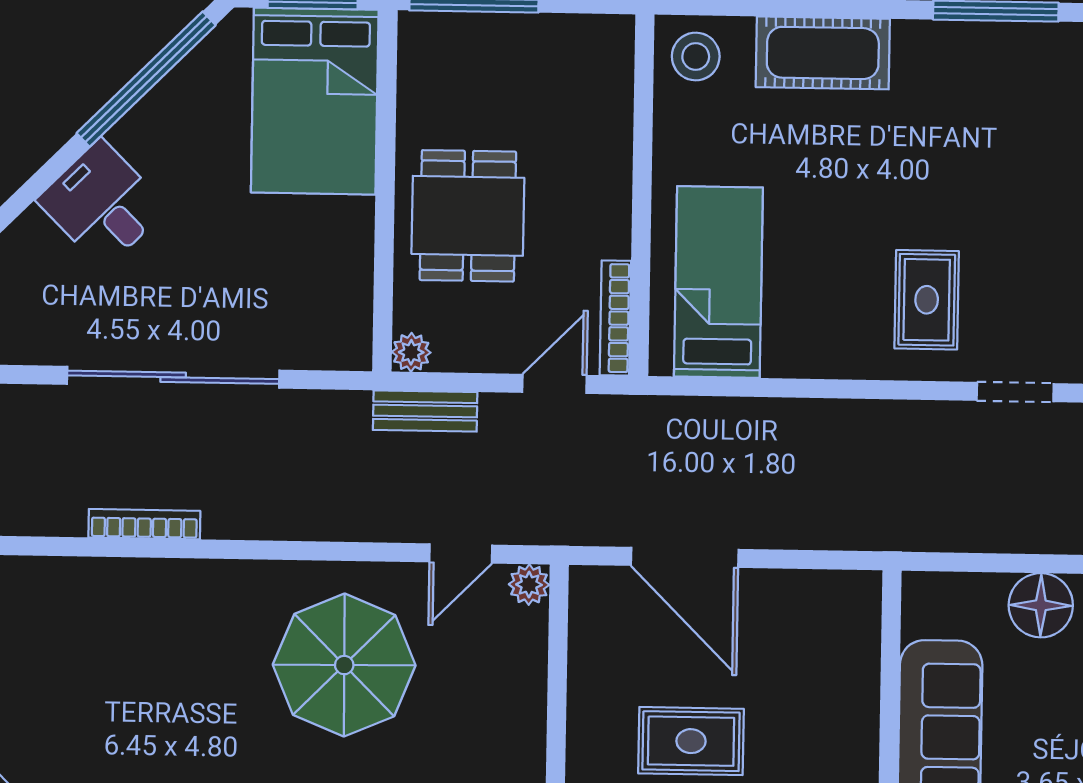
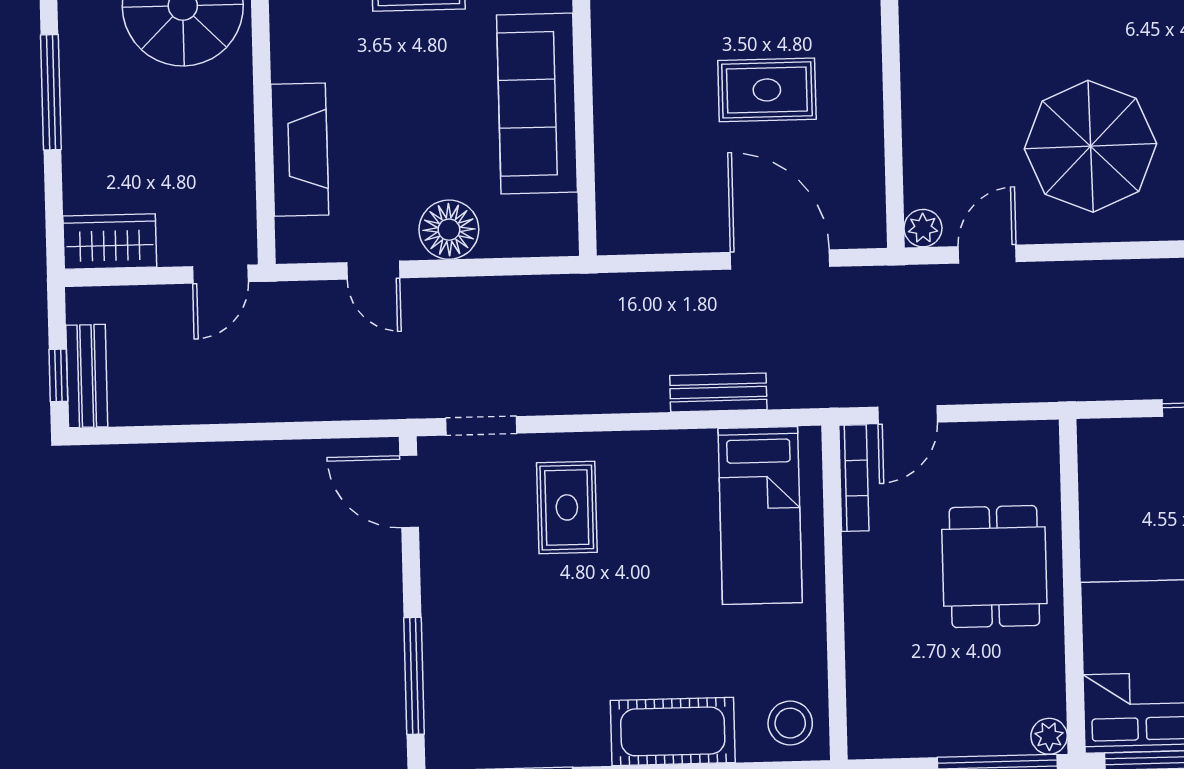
plant: (411, 352) -> (1049, 736), moved
bench: (425, 411) -> (718, 392), moved

